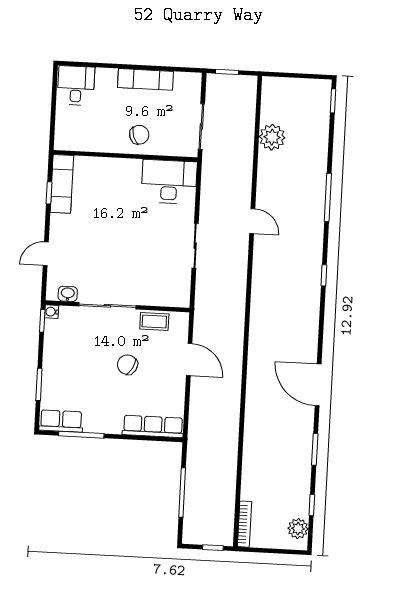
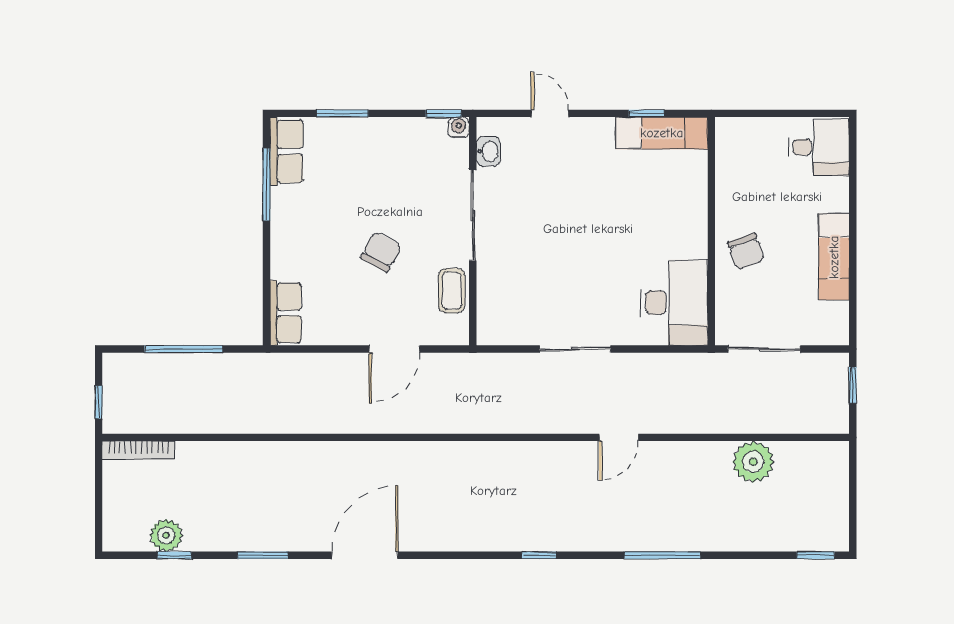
row of seats: (153, 426) -> (286, 313), width x0.68
plant: (298, 529) -> (166, 535), moved

